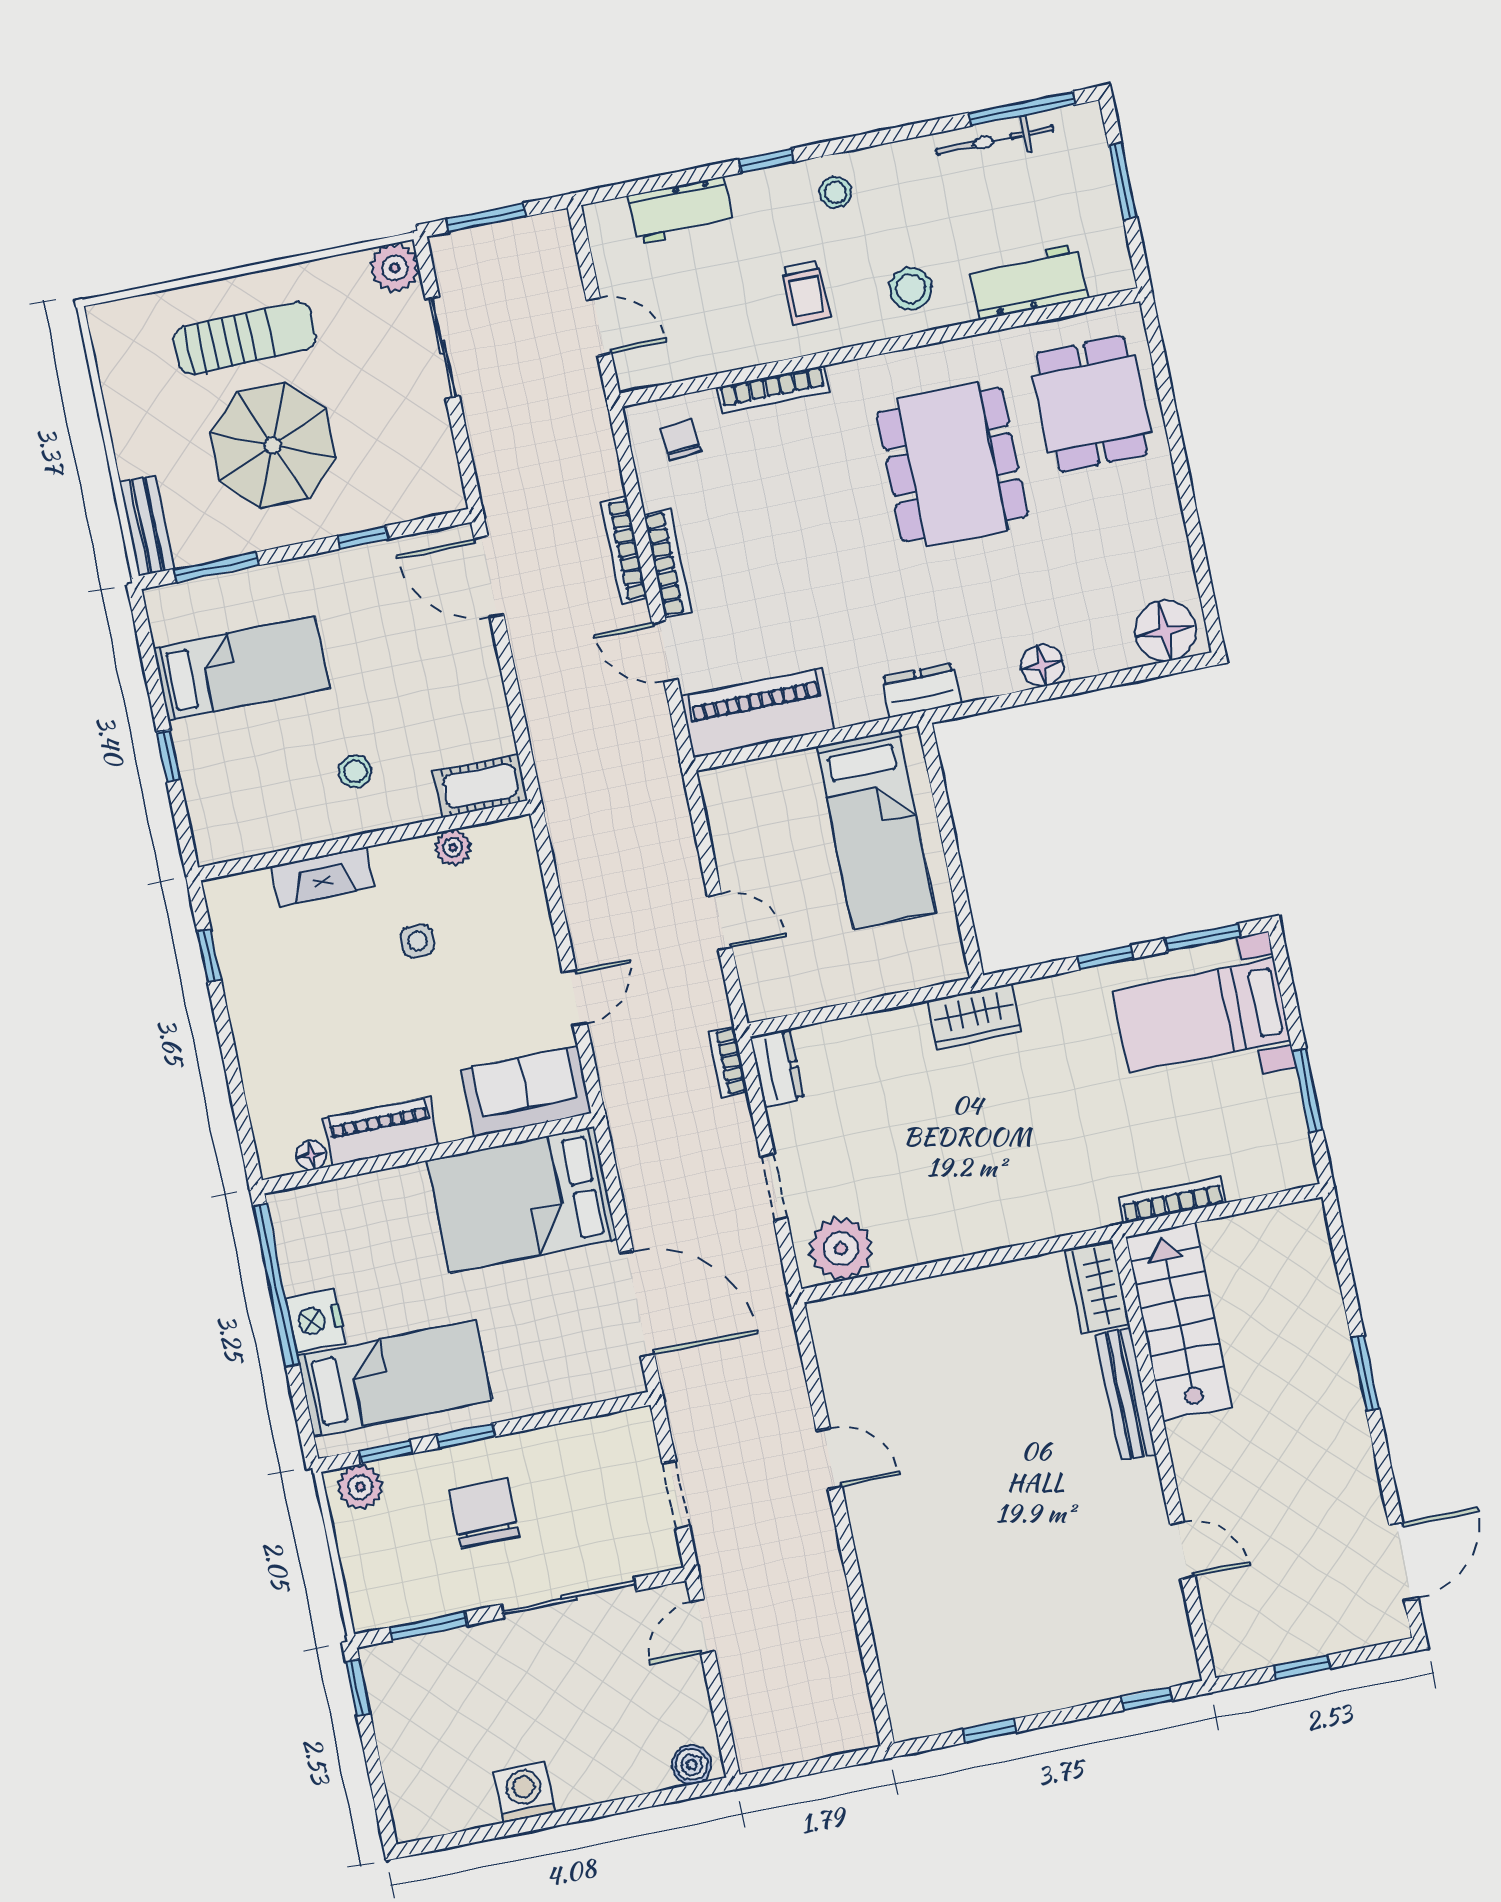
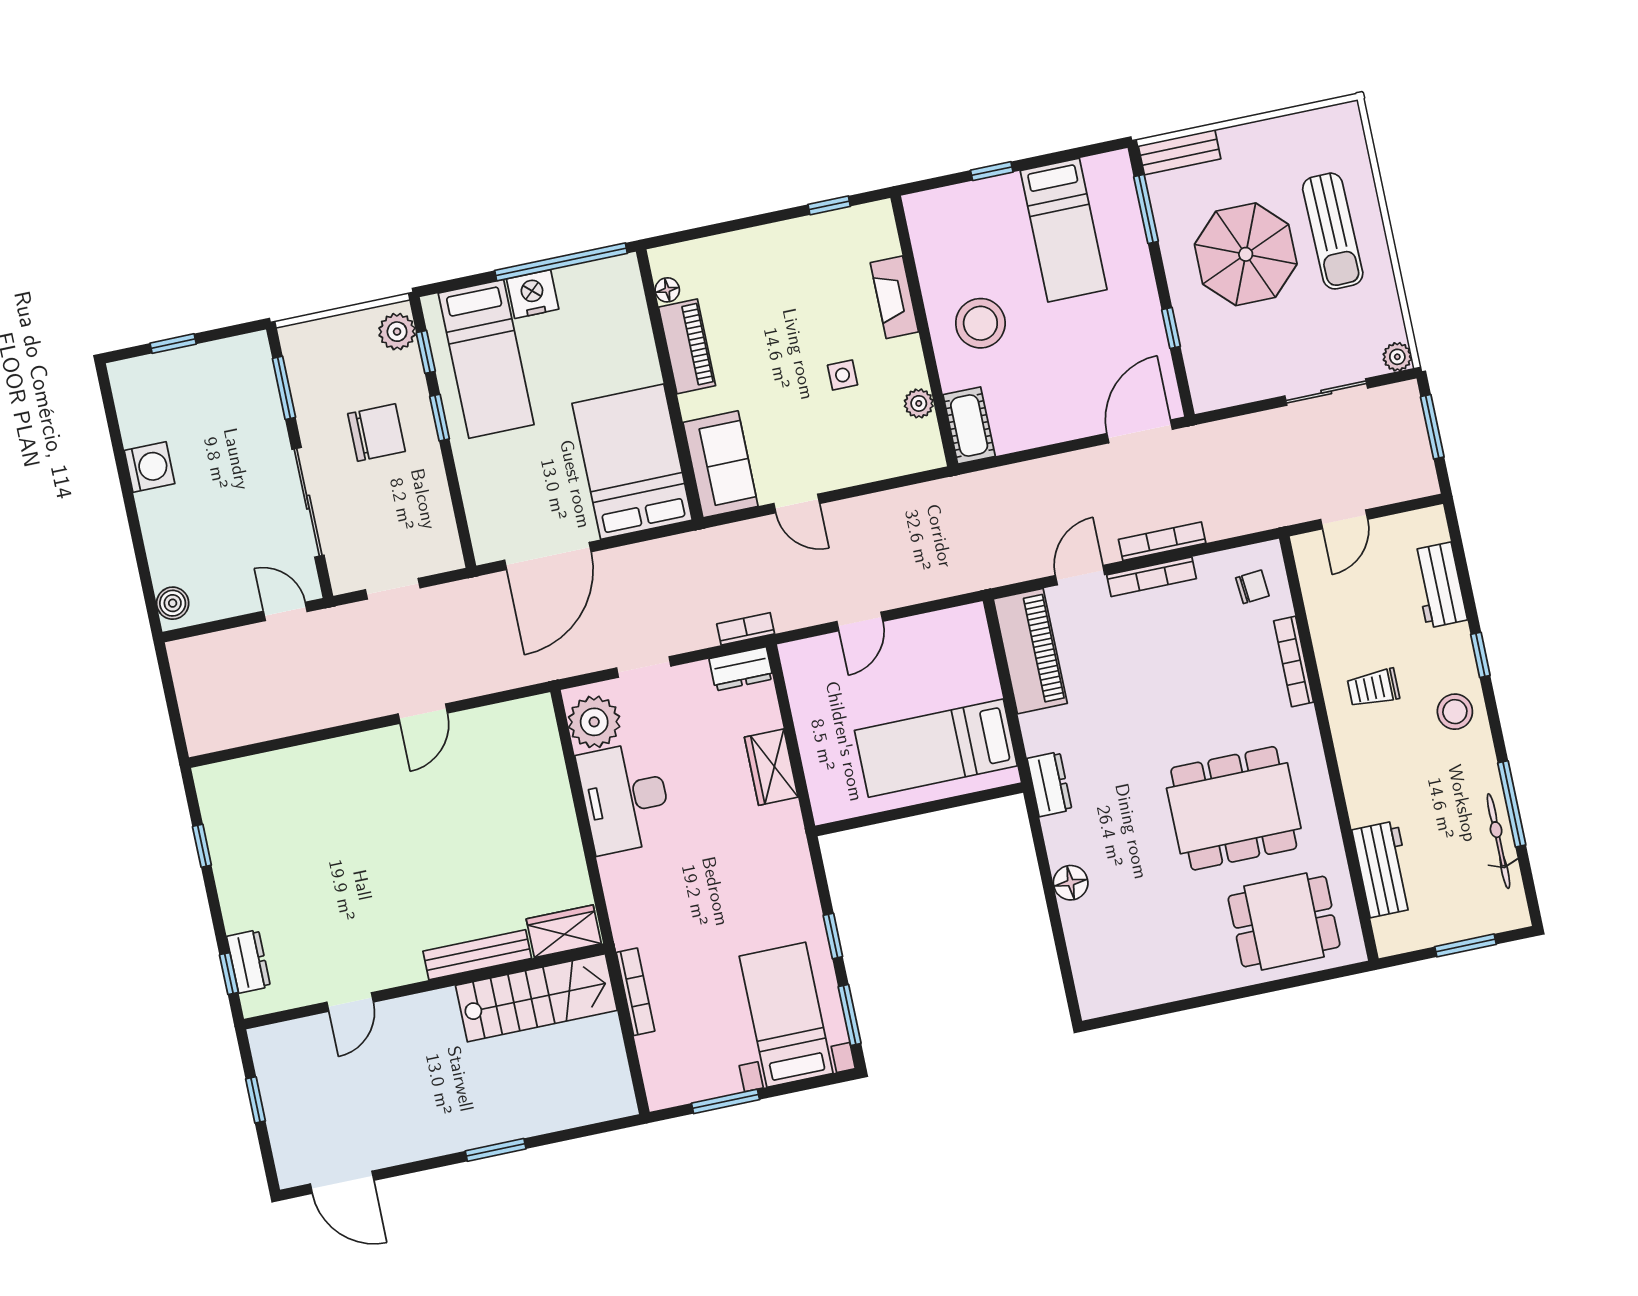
window: (1022, 109) -> (1512, 804), moved
stool: (836, 192) -> (1455, 712), width x1.37, depth x1.37
plant: (395, 268) -> (1397, 357), width x0.73, depth x0.73
stool: (911, 289) -> (1377, 773), removed
floor lamp: (1165, 631) -> (1099, 983), removed
stool: (355, 771) -> (980, 323), width x1.89, depth x1.89
wardrobe: (974, 1016) -> (771, 767), moved
desk: (934, 1211) -> (625, 798), added
dresser: (1132, 1675) -> (249, 961), added
window: (358, 1687) -> (173, 344), moved

